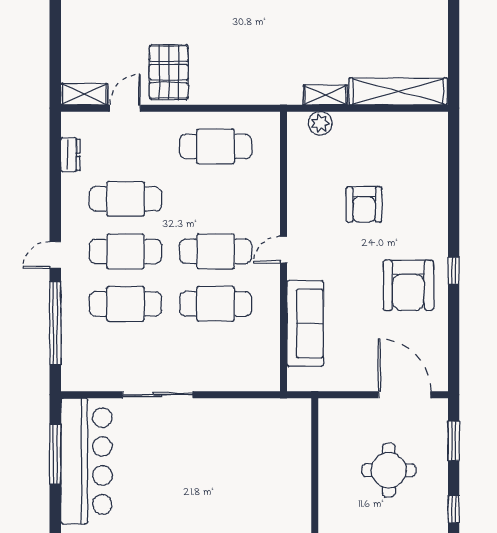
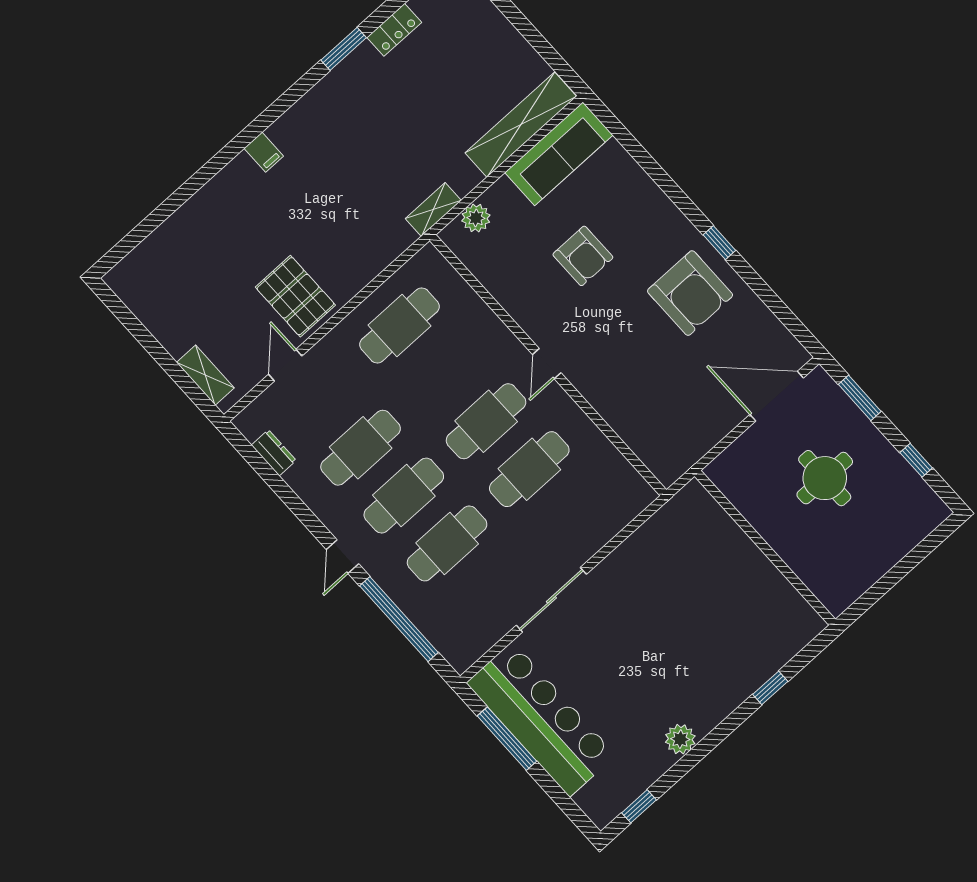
shelving: (84, 94) -> (205, 375), moved, turned 90
shelving: (325, 95) -> (433, 209), moved
sofa: (305, 323) -> (559, 154), moved, turned 90

